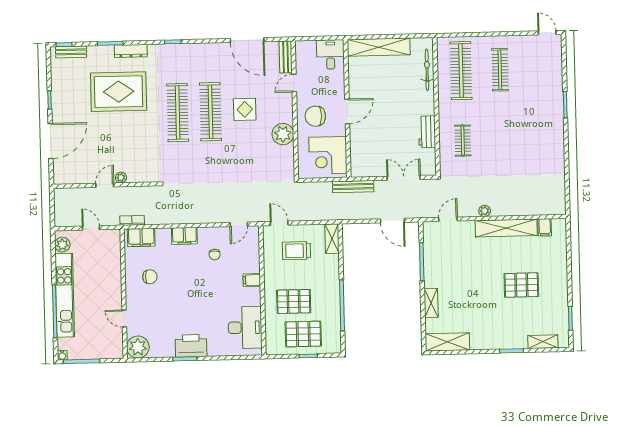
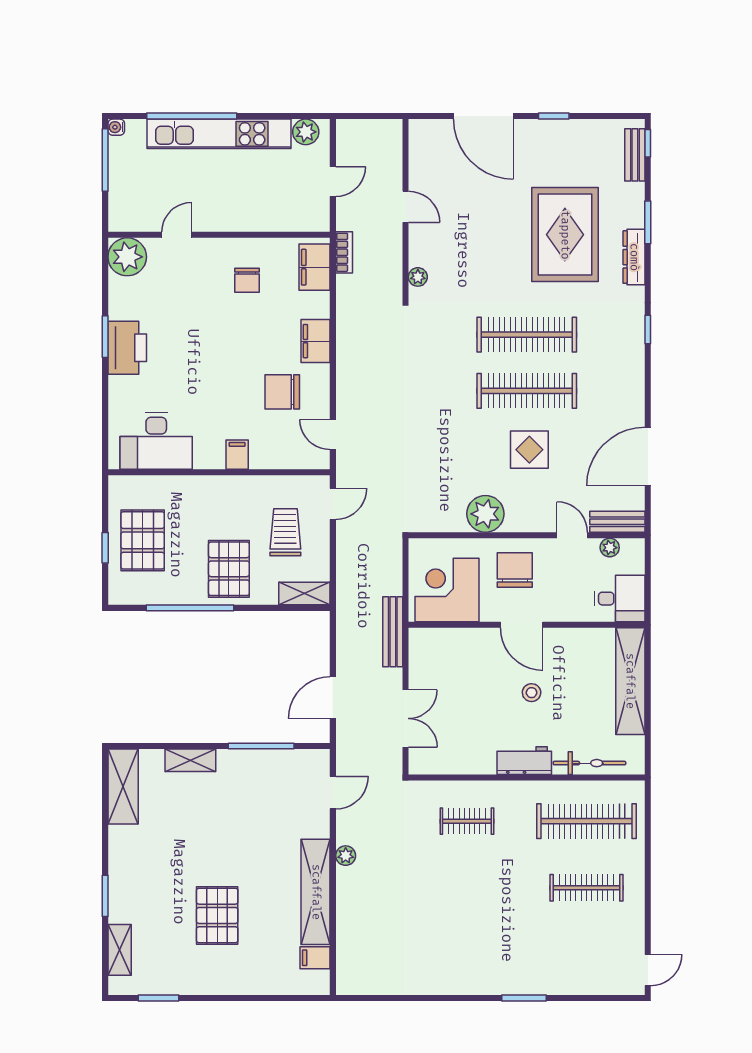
plant: (301, 61) -> (610, 548), added
stool: (387, 105) -> (532, 693), added
workbench: (427, 132) -> (524, 761), moved
plant: (121, 178) -> (418, 277), moved
door: (448, 219) -> (333, 793), hinge flipped
chair: (215, 255) -> (282, 392), width x1.87, depth x1.87
pallet: (294, 301) -> (229, 569), moved

